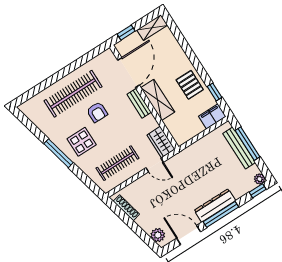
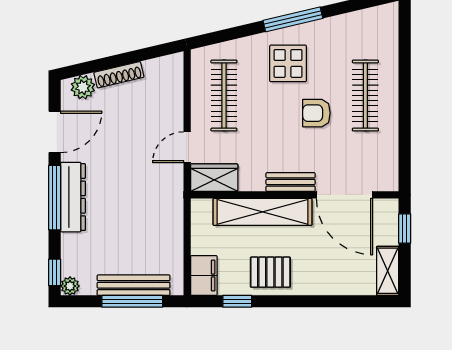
clothes rail: (73, 94) -> (365, 96), width x0.73, depth x0.76
shelving: (158, 100) -> (263, 212), width x1.47
shoe rack: (126, 208) -> (119, 75), moved

